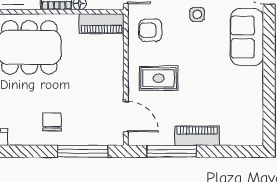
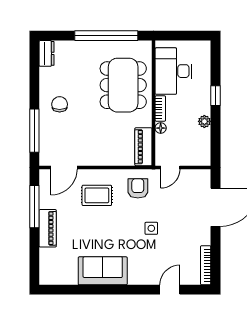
sofa: (247, 37) -> (103, 271), moved
rug: (159, 78) -> (97, 195), turned 90
chair: (52, 122) -> (60, 104), turned -90

